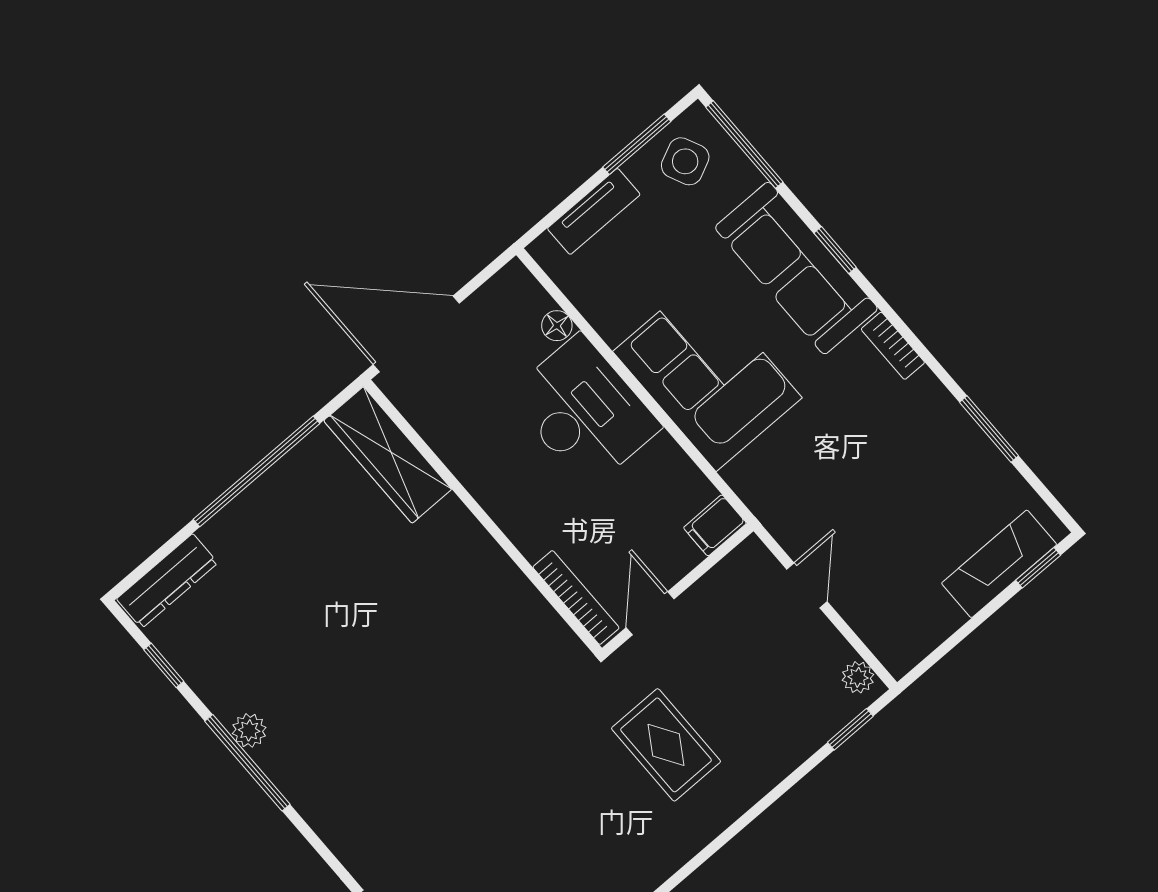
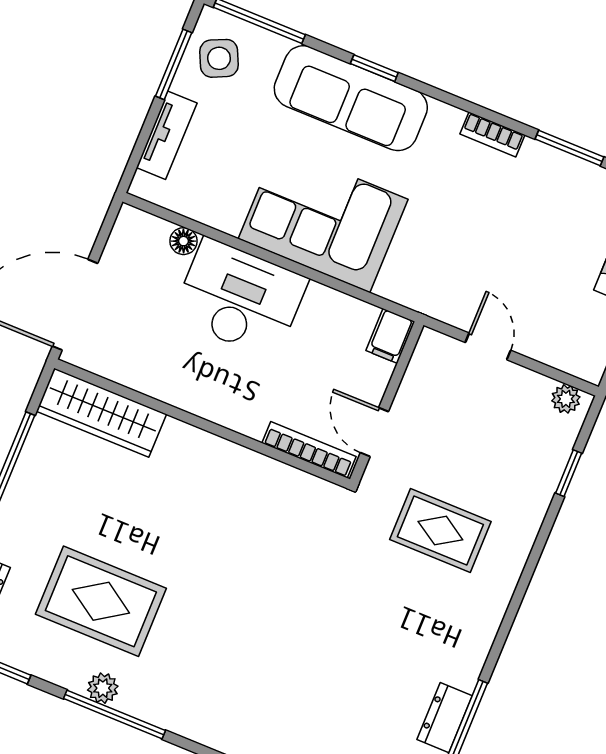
bookcase: (893, 346) -> (492, 134), moved
rug: (291, 643) -> (101, 601), added
window: (850, 729) -> (569, 473), moved

